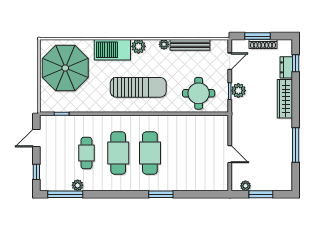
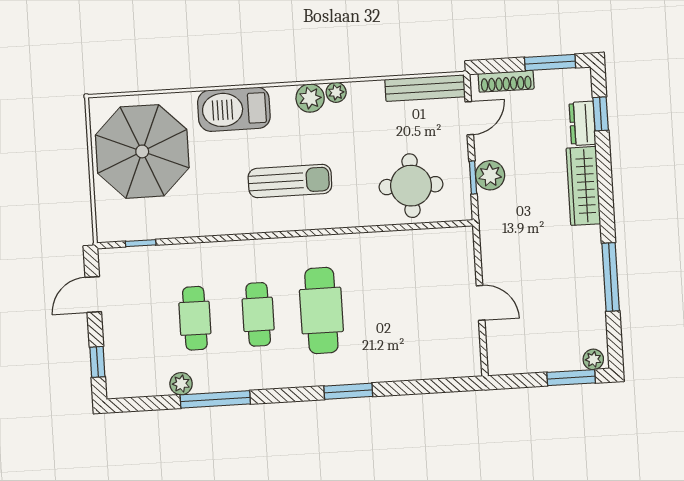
window: (258, 36) -> (550, 63), moved
shoe rack: (263, 44) -> (506, 81), moved
bench: (190, 45) -> (425, 88), moved
plant: (138, 46) -> (310, 98), moved
sun lounger: (138, 87) -> (290, 181), width x0.73, depth x0.75
cafe table: (118, 153) -> (258, 314), width x0.73, depth x0.74
plant: (245, 186) -> (593, 359), moved
window: (65, 194) -> (215, 399), moved
window: (261, 194) -> (571, 378), moved

